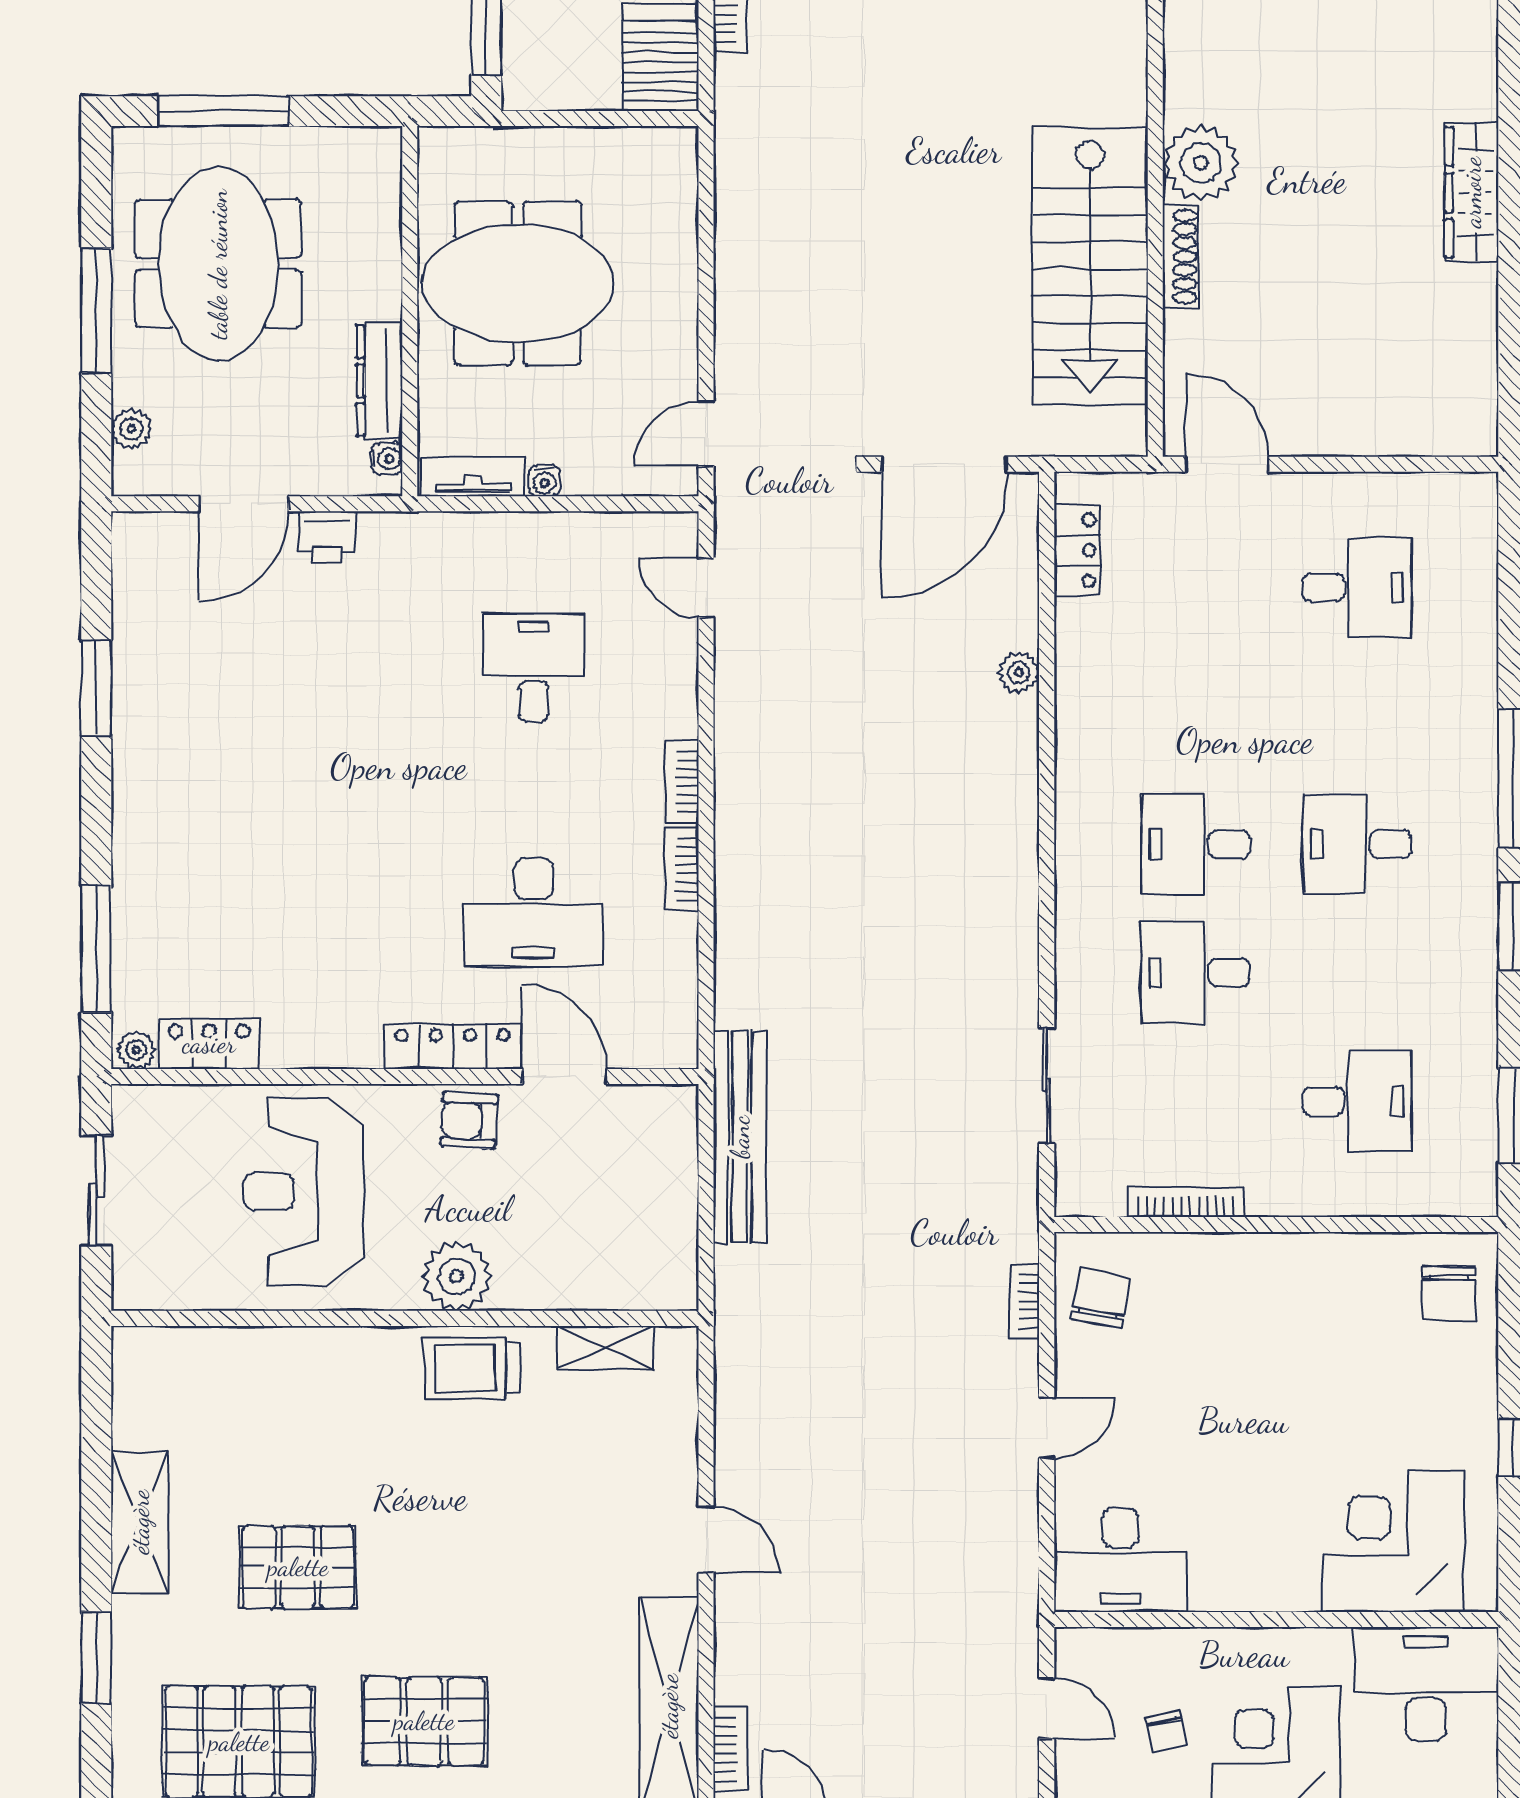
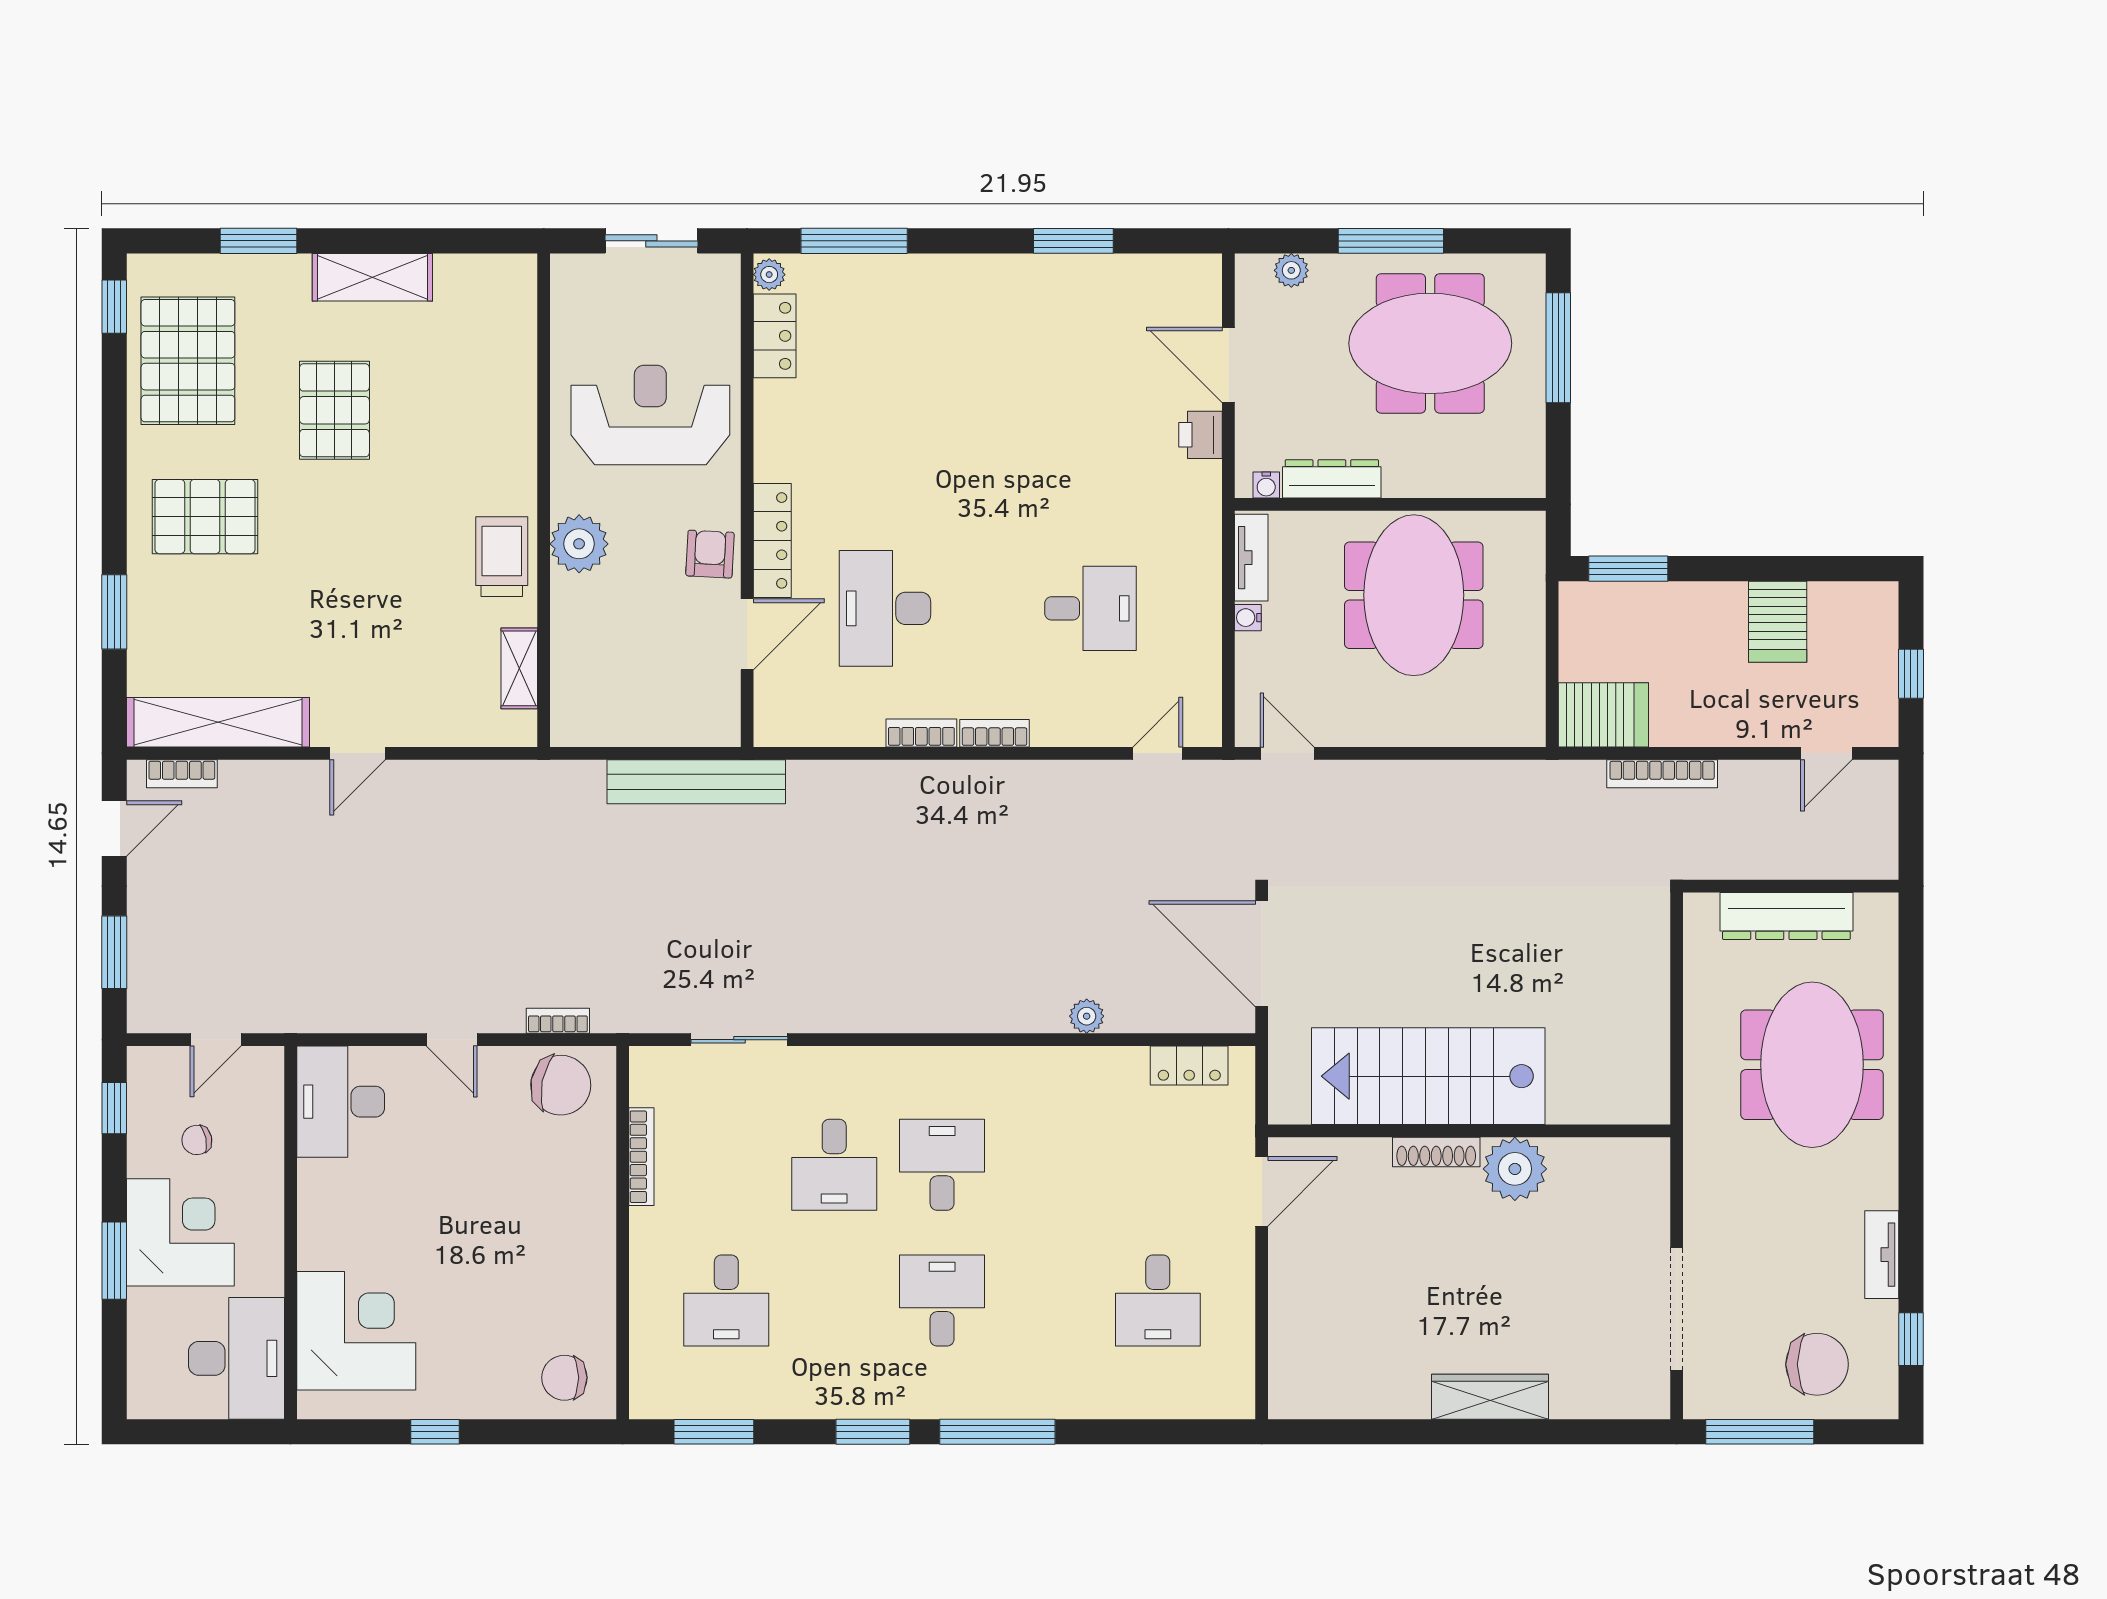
desk: (1195, 973) -> (834, 1165), turned 180
chair: (1101, 1298) -> (561, 1085), width x1.37, depth x1.37
pallet: (424, 1721) -> (205, 517), turned 90

